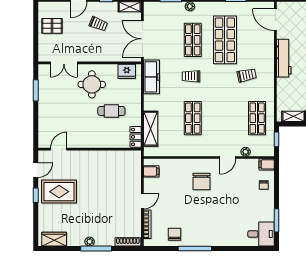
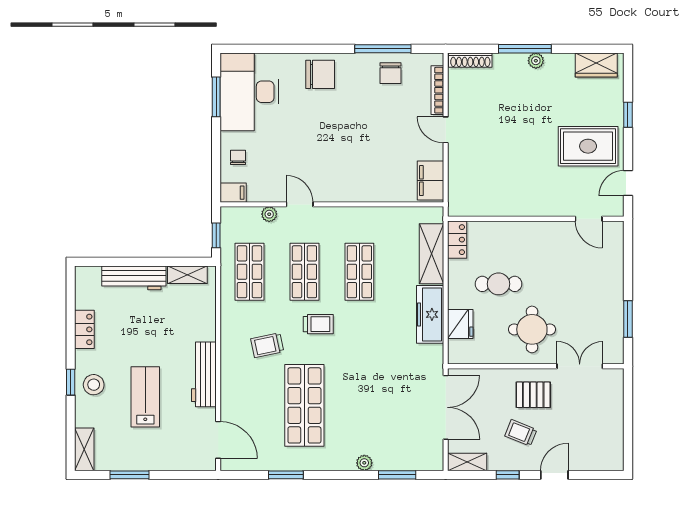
pallet: (52, 26) -> (533, 395), moved
shop shelf: (193, 40) -> (304, 272), moved
fridge: (127, 71) -> (460, 324), moved, turned 90
trolley: (191, 76) -> (318, 324), moved
freezer: (151, 77) -> (430, 314), moved
door: (59, 149) -> (589, 219), hinge flipped
door: (228, 158) -> (300, 204), hinge flipped
filing cabinet: (151, 171) -> (431, 181), width x2.00
chair: (201, 181) -> (320, 74), moved, turned 90
window: (36, 195) -> (628, 115), moved
door: (142, 201) -> (446, 130), hinge flipped
desk: (261, 234) -> (249, 92), width x1.87, depth x1.30
window: (195, 249) -> (383, 49), moved

